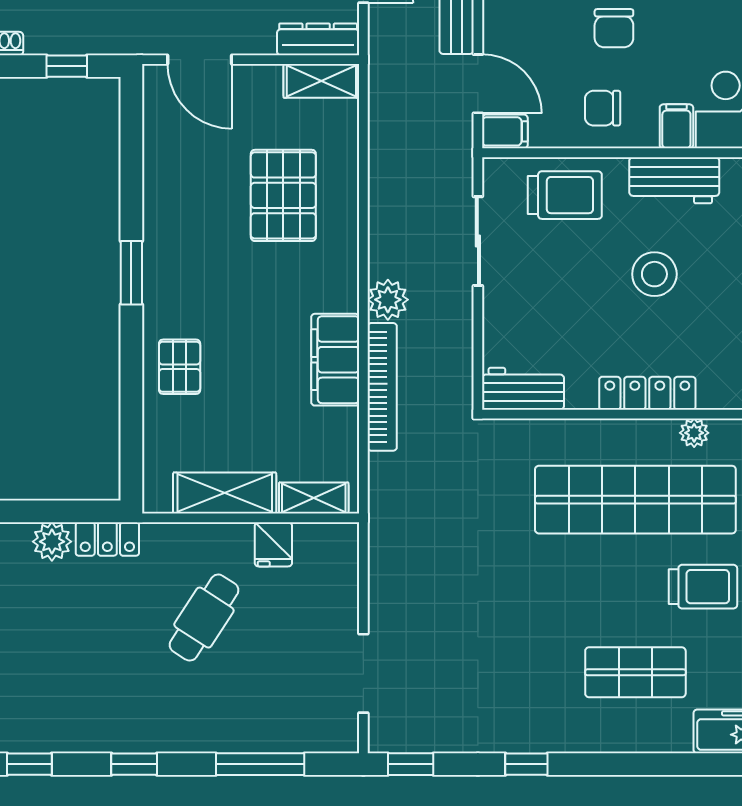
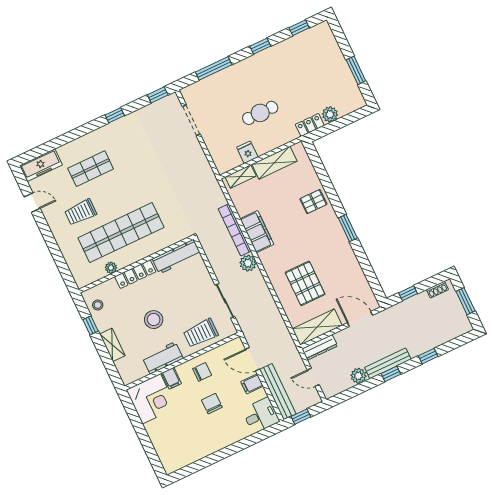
shelving: (321, 81) -> (317, 327), width x1.50, depth x1.33
filing cabinet: (505, 131) -> (252, 384), moved
pallet: (180, 367) -> (313, 202), turned 90
workbench: (523, 389) -> (176, 257), width x1.37
cafe table: (204, 618) -> (260, 113), turned 57

